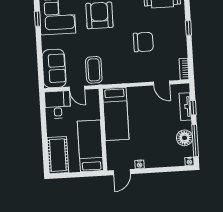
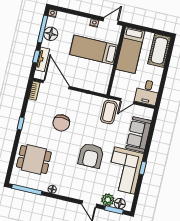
chair: (143, 42) -> (61, 123), turned -90
sofa: (54, 68) -> (139, 134), moved
door: (162, 83) -> (56, 85), width x1.87
door: (77, 88) -> (127, 101), swing flipped
bed: (116, 114) -> (94, 50), moved, turned -90

